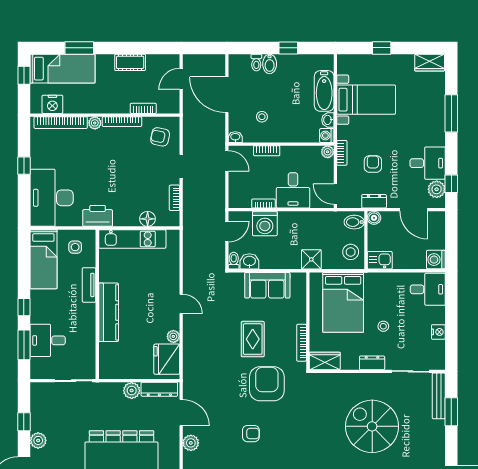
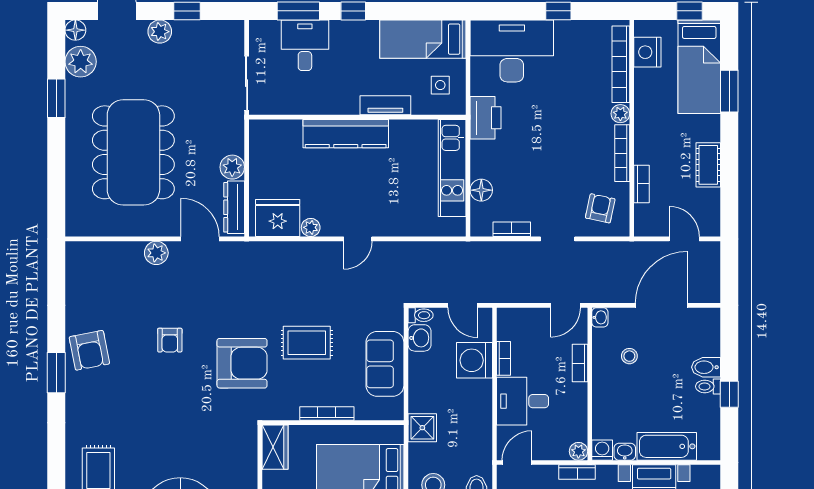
toilet: (256, 63) -> (708, 386), moved
bookcase: (302, 343) -> (327, 414), moved
door: (181, 413) -> (200, 239), swing flipped

